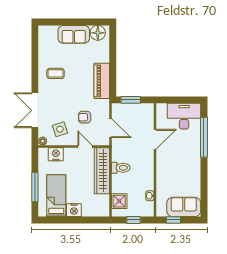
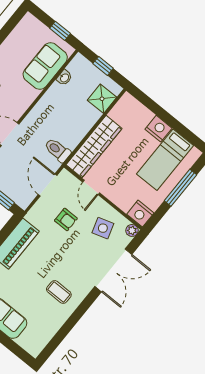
nightstand: (56, 154) -> (140, 214), moved
toilet: (121, 168) -> (57, 150), moved
sofa: (184, 207) -> (45, 66), moved, turned 90

